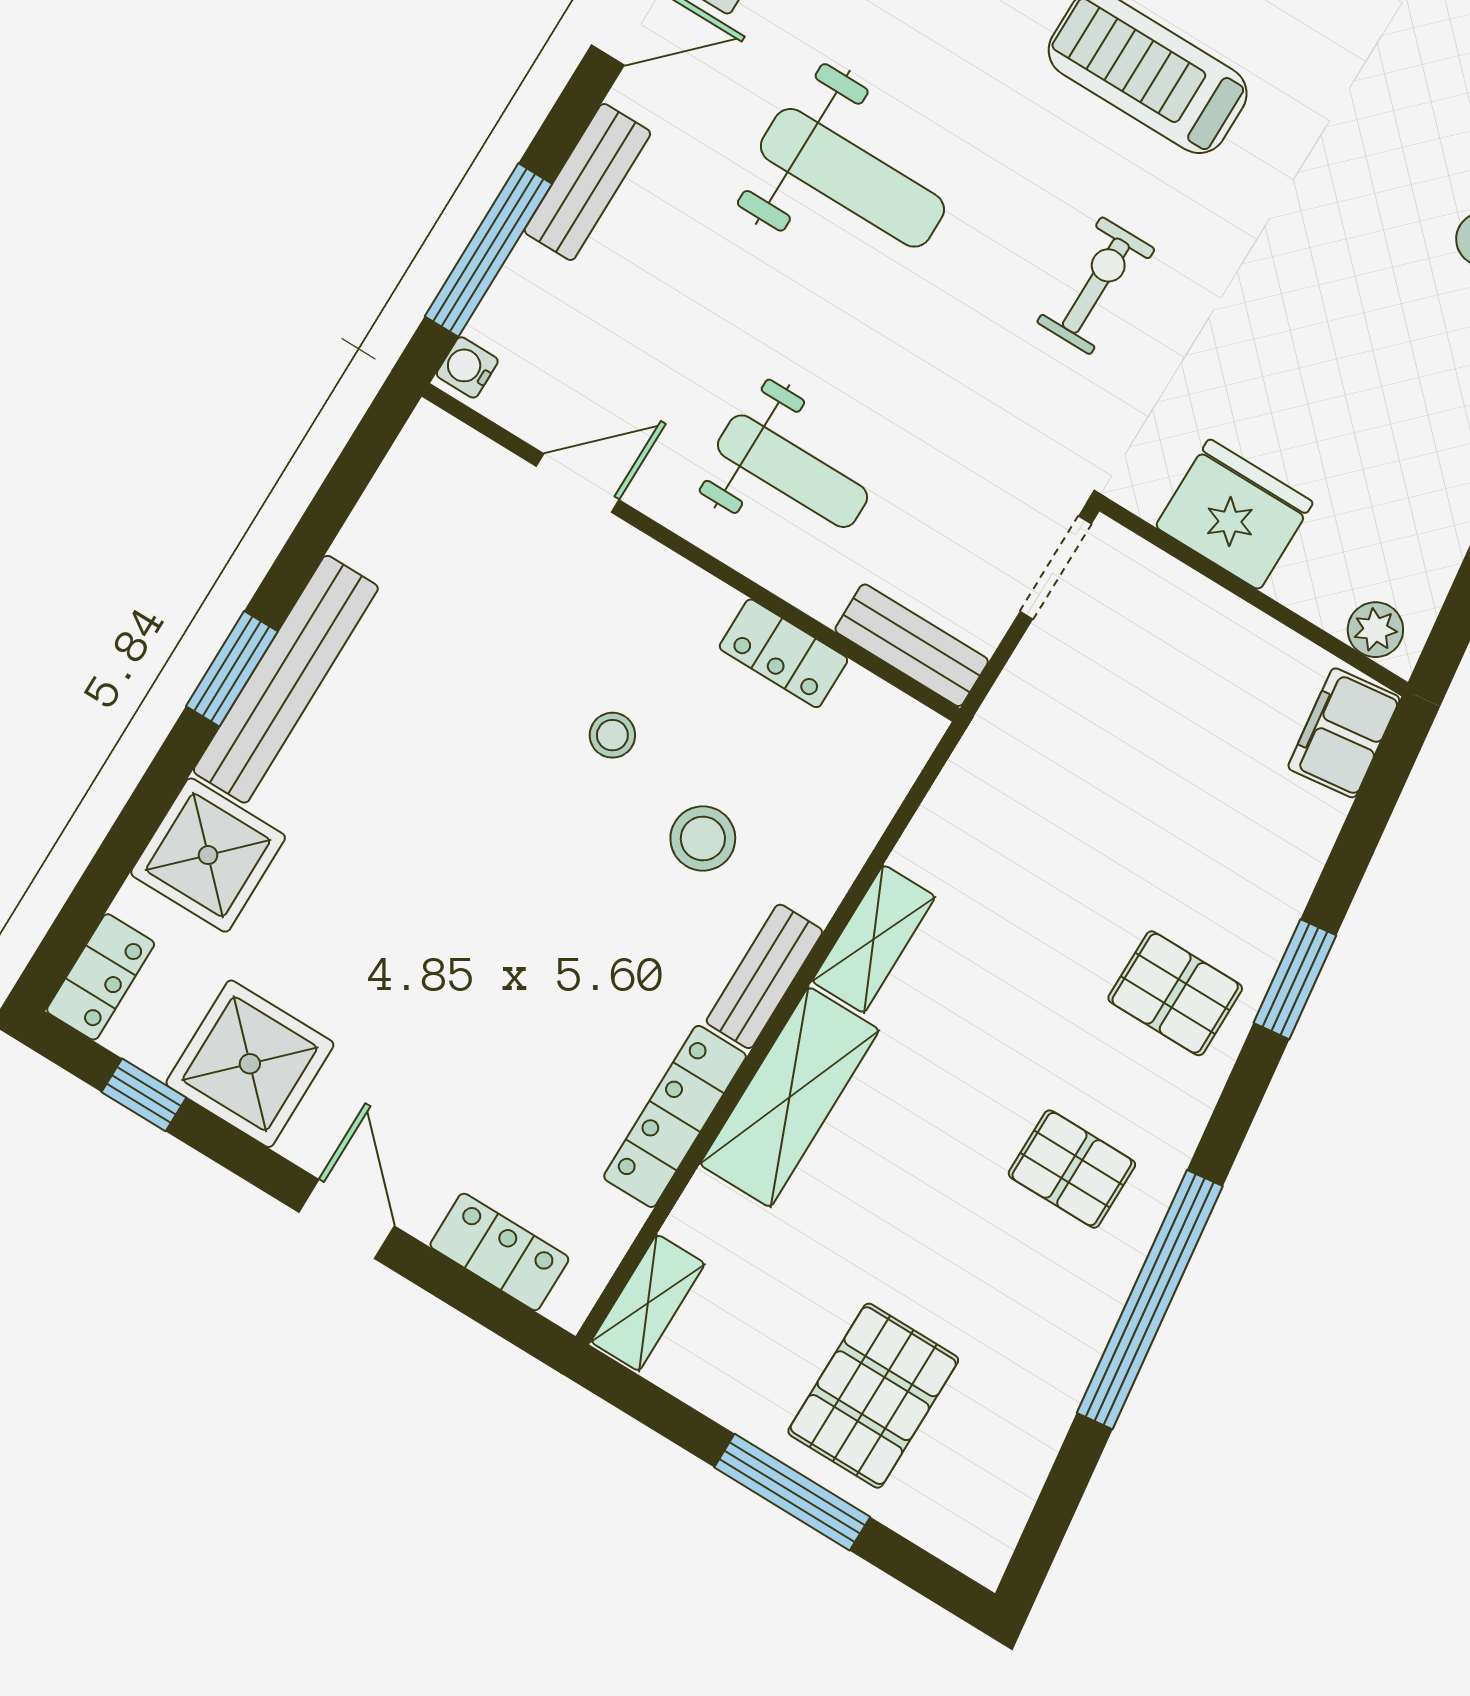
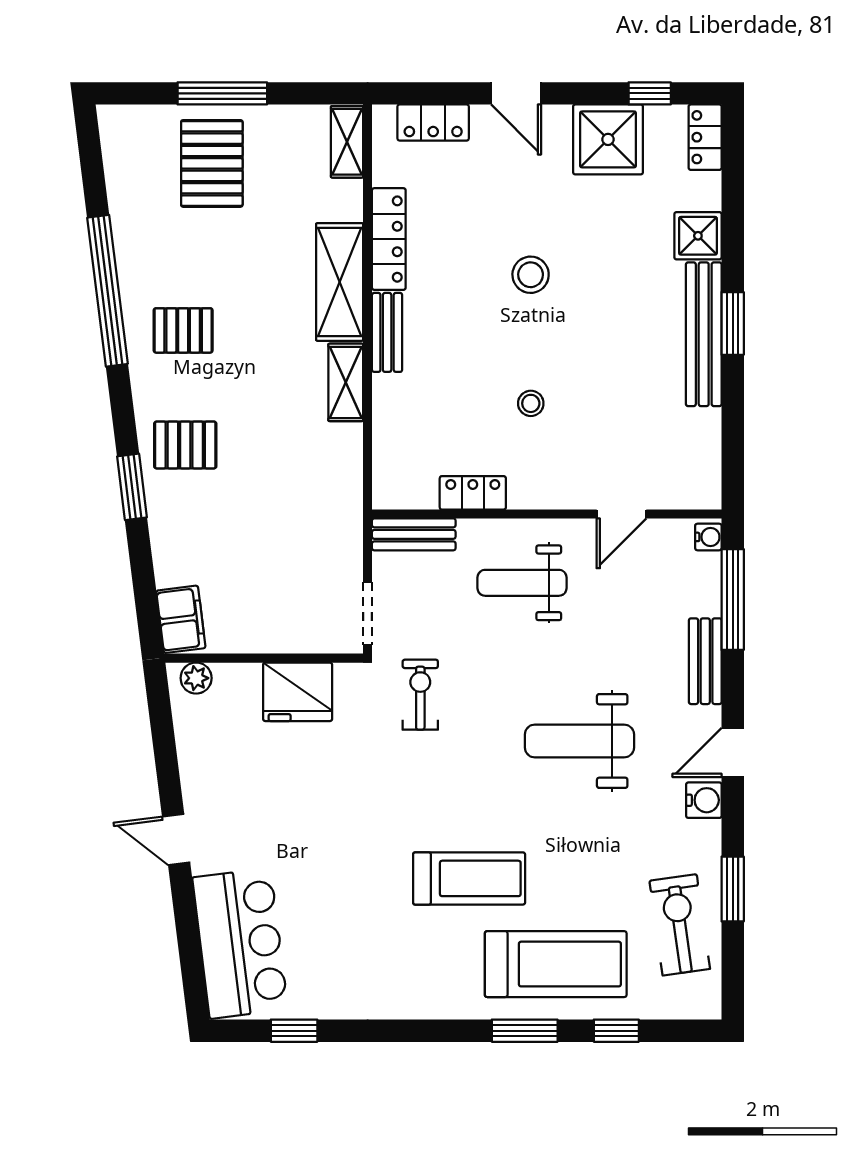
exercise bike: (1096, 286) -> (420, 695), moved, turned 180
stool: (703, 838) -> (531, 275), moved
shower: (208, 855) -> (698, 236), width x0.73, depth x0.73

